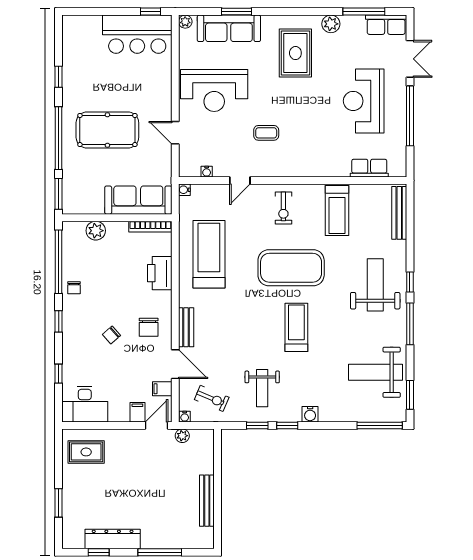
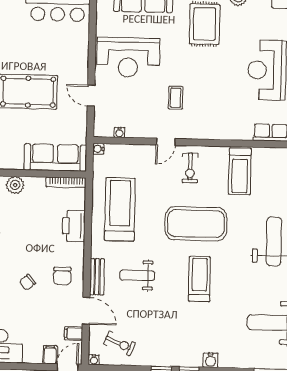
coffee table: (266, 133) -> (176, 98), turned 90
door: (240, 181) -> (166, 142), moved
weight bench: (262, 388) -> (137, 275), moved, turned 90

